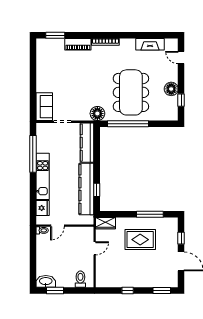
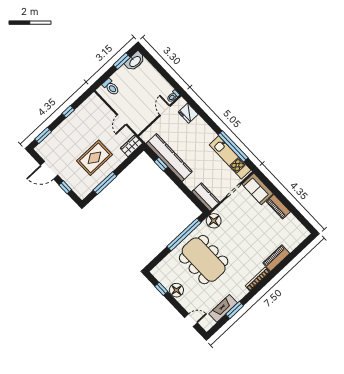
window: (55, 35) -> (235, 310), moved
piano: (41, 80) -> (278, 207), added
kitchen counter: (87, 143) -> (206, 197), width x0.67
kitchen unit: (43, 176) -> (230, 157), moved

